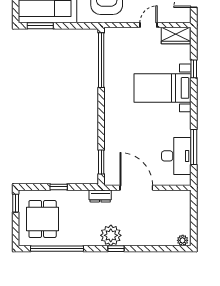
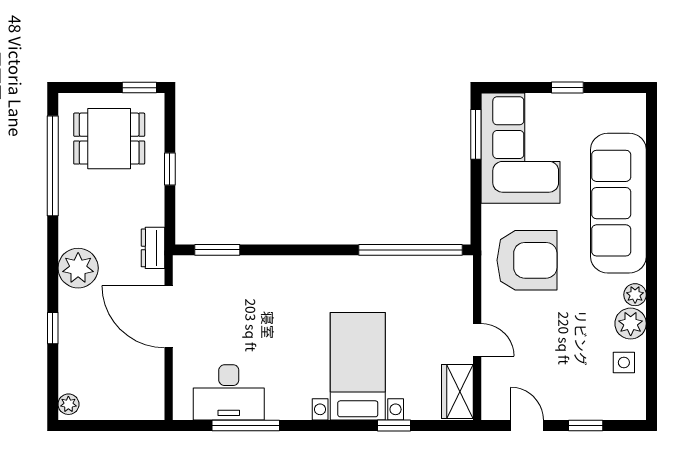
door: (136, 188) -> (169, 317), swing flipped
window: (116, 249) -> (53, 328), moved

